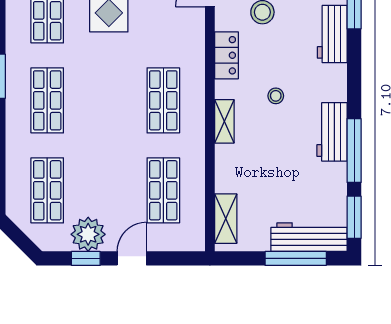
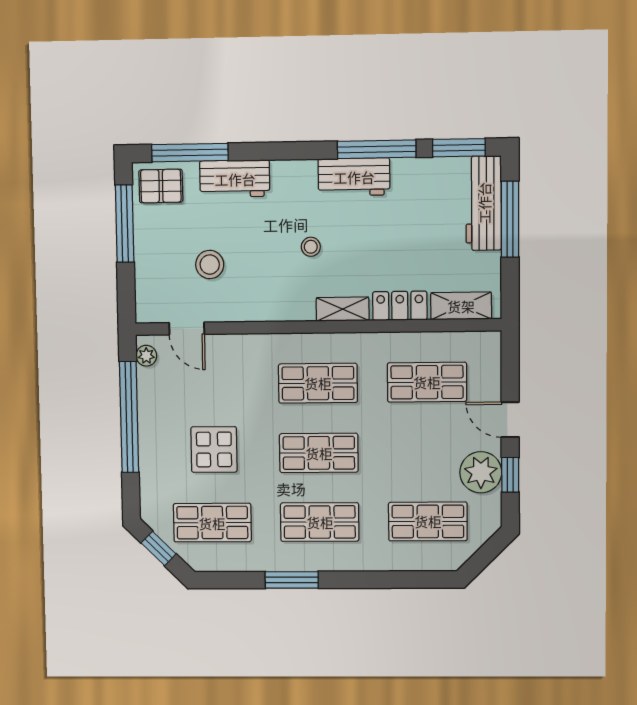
locker: (226, 55) -> (400, 306), moved
shop shelf: (105, 100) -> (319, 453), added

